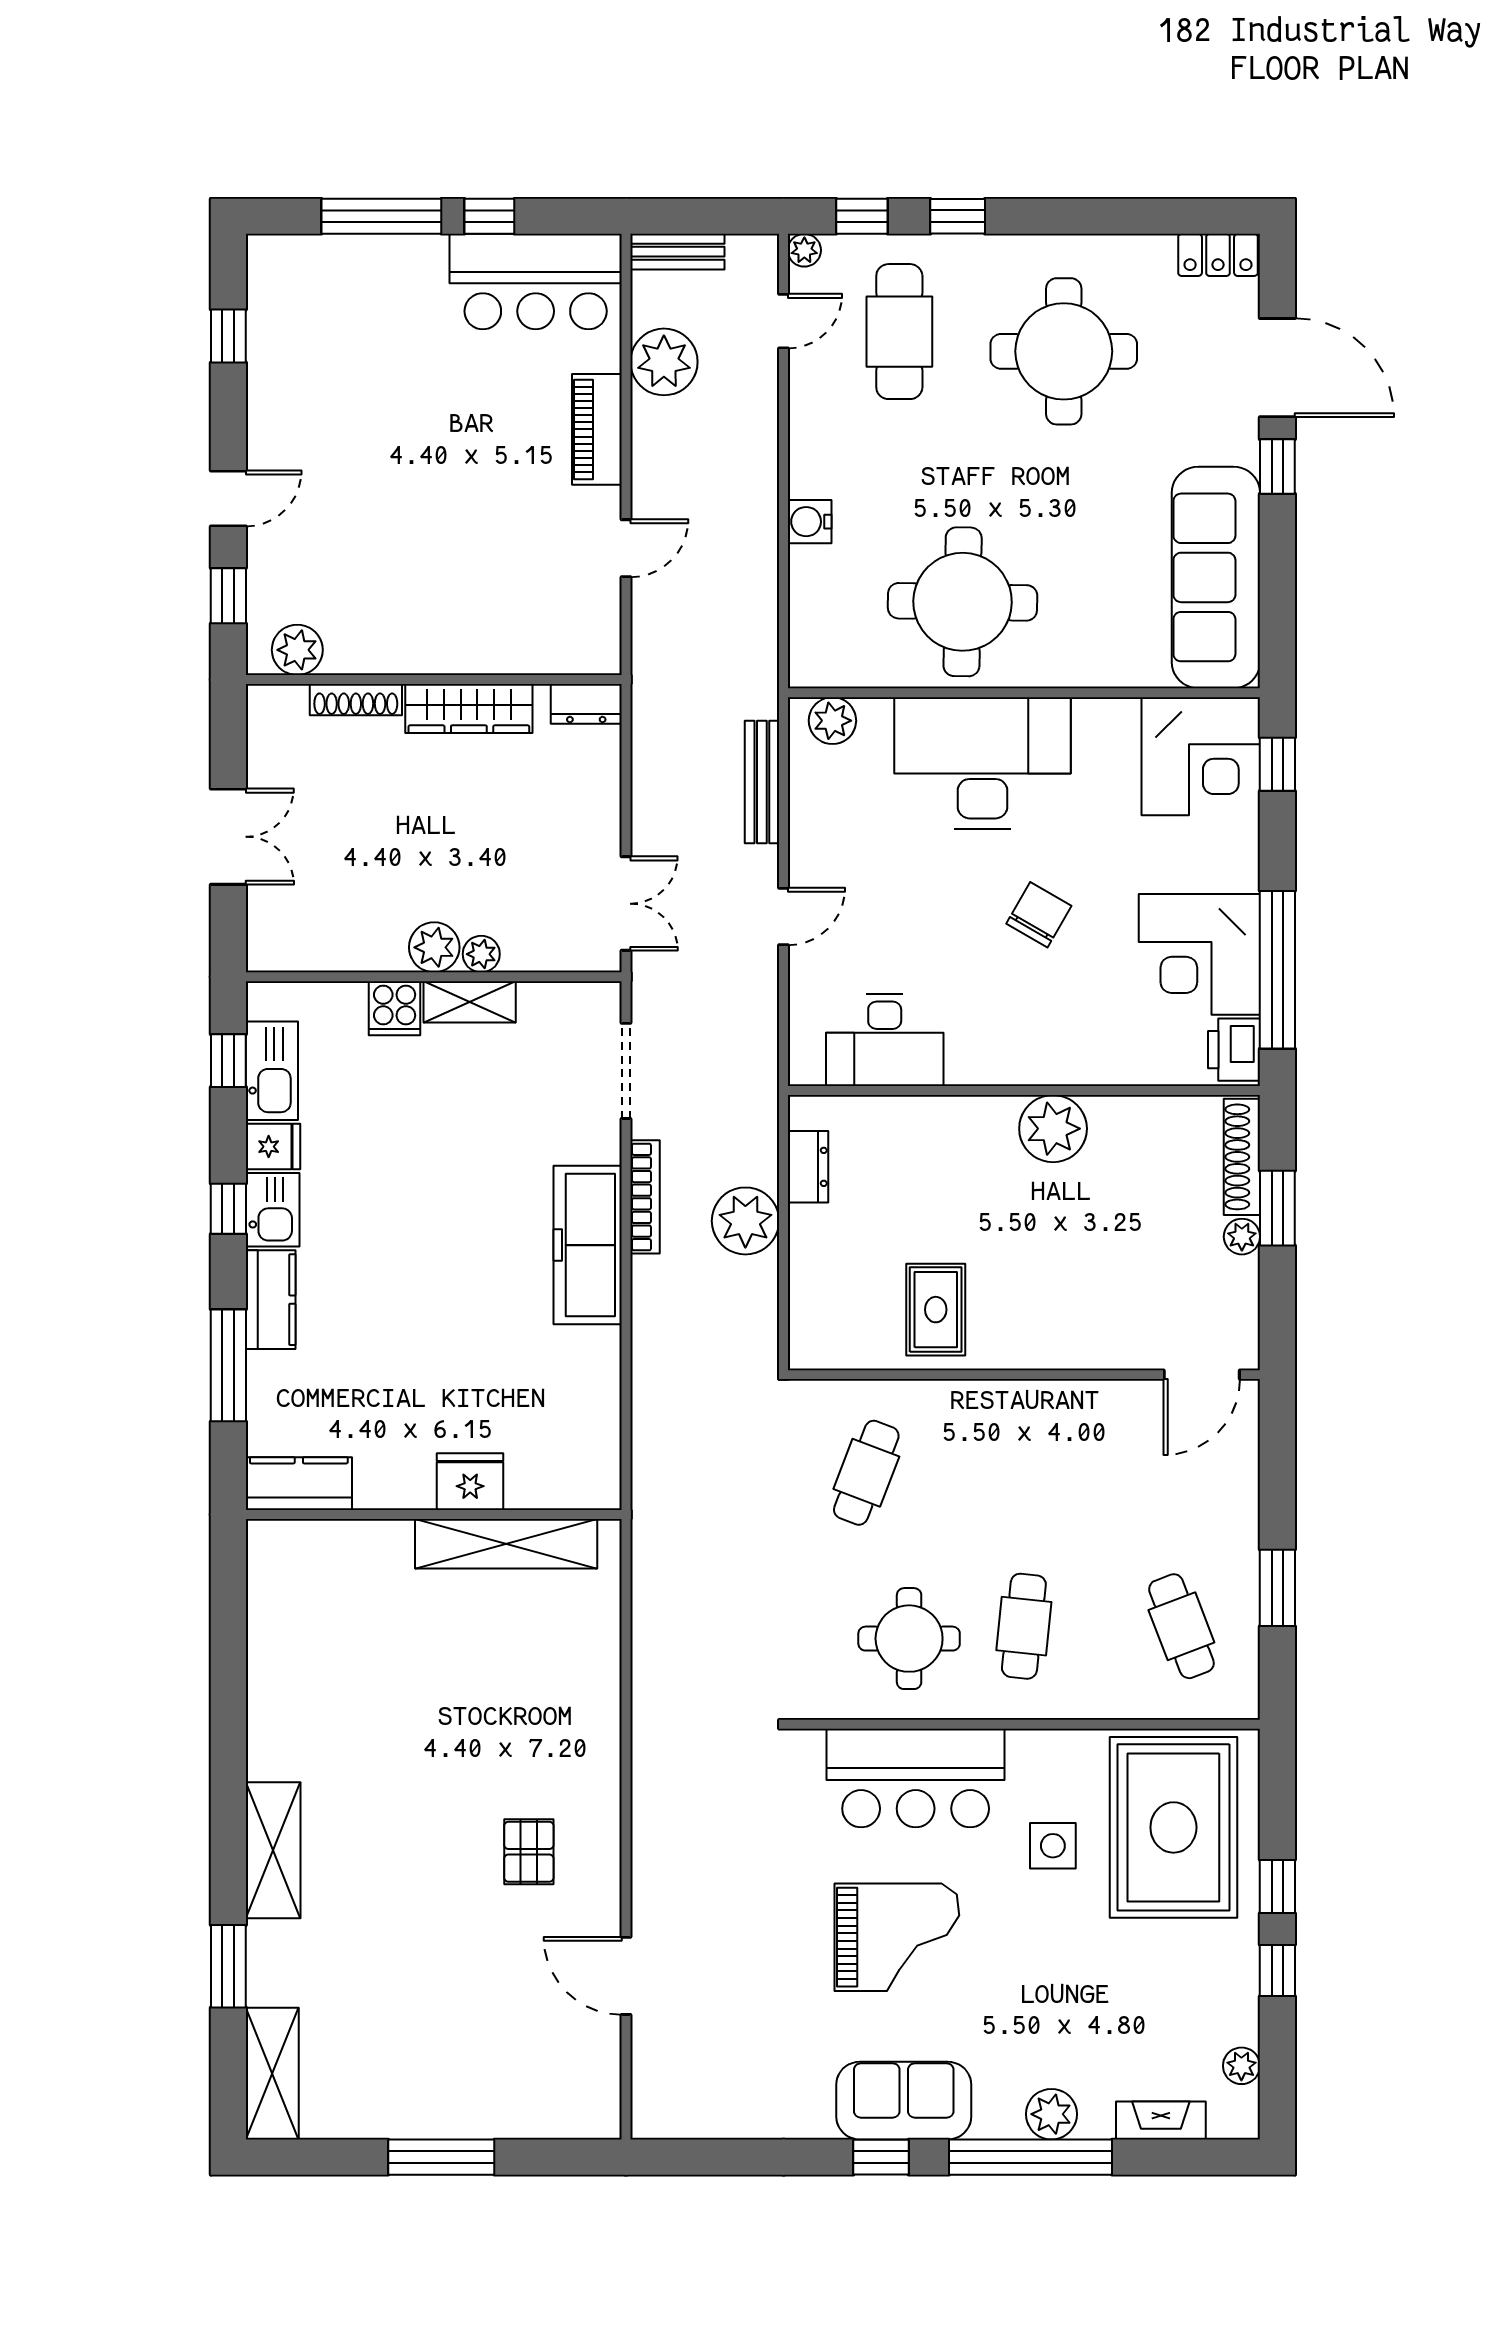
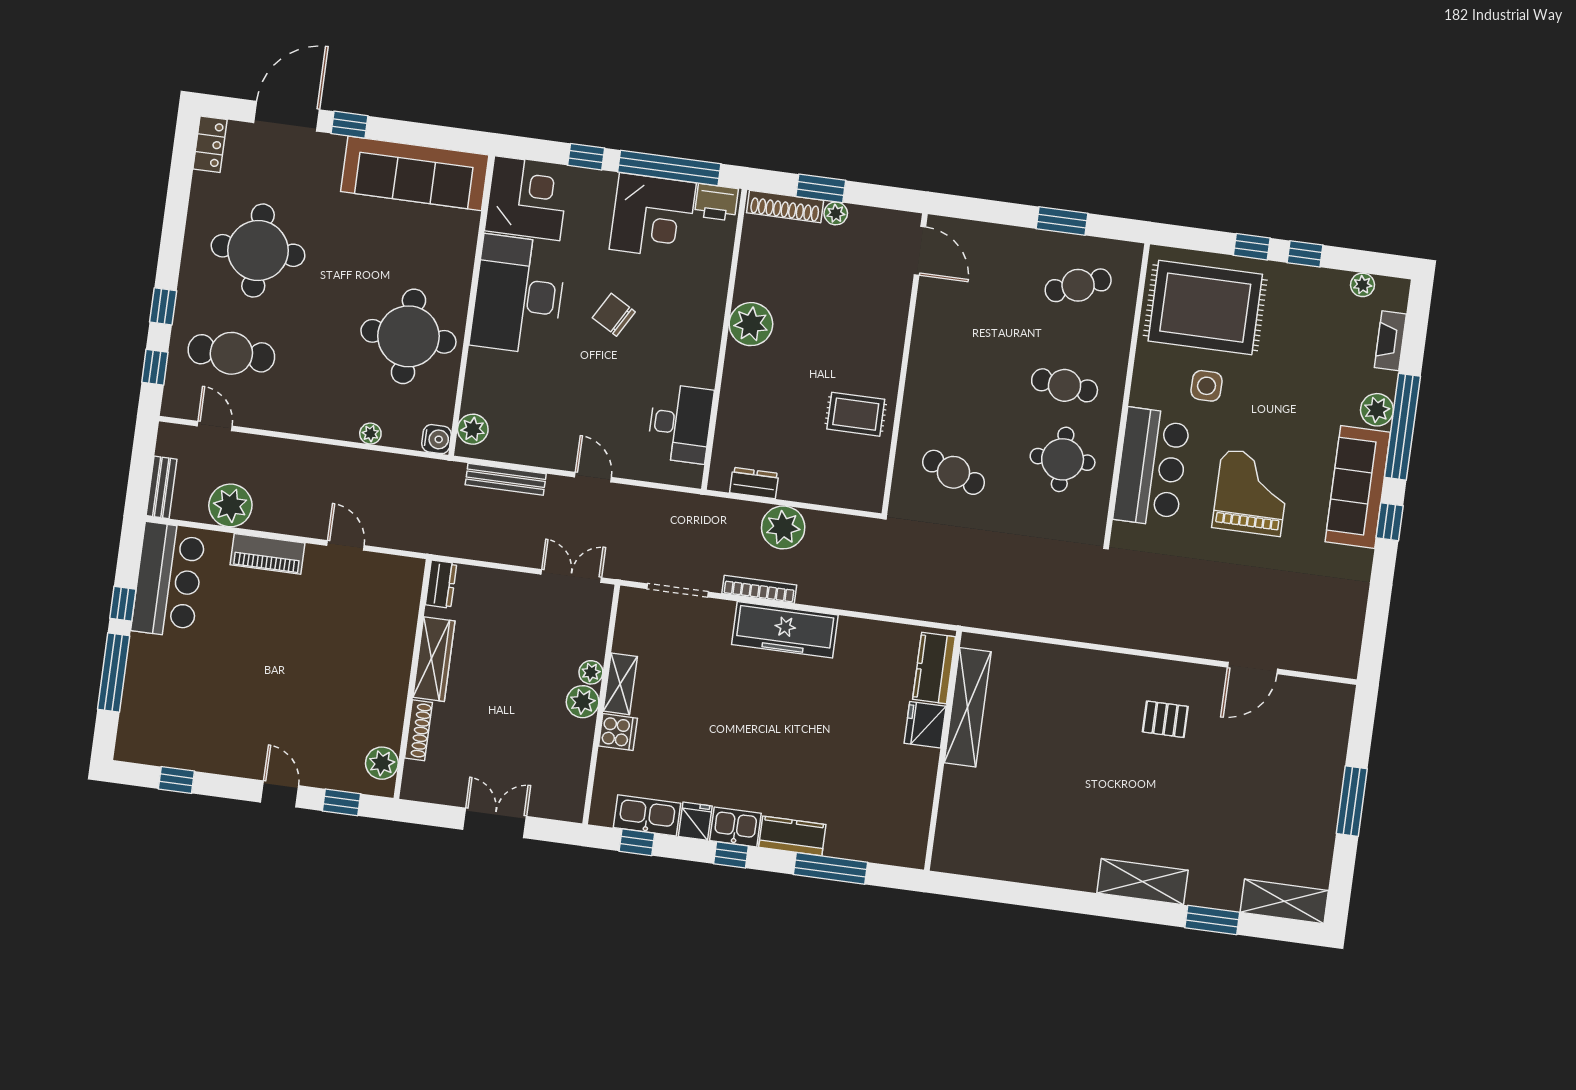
plant: (804, 250) -> (370, 434), moved
water cooler: (810, 522) -> (436, 439), moved, turned -90
desk: (982, 763) -> (518, 295), moved
window: (1277, 764) -> (586, 157), moved
kitchen counter: (299, 1484) -> (934, 668), moved
sofa: (904, 2101) -> (1358, 487), width x1.36

